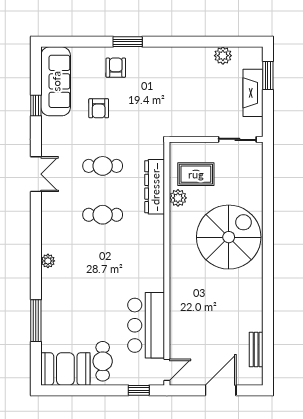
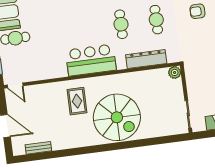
rug: (196, 174) -> (77, 101), moved
plant: (178, 198) -> (175, 72), moved
bar counter: (146, 325) -> (91, 60), moved

